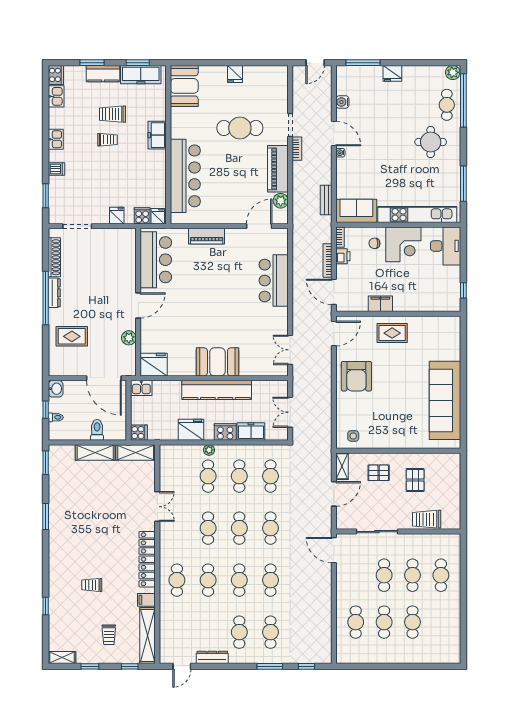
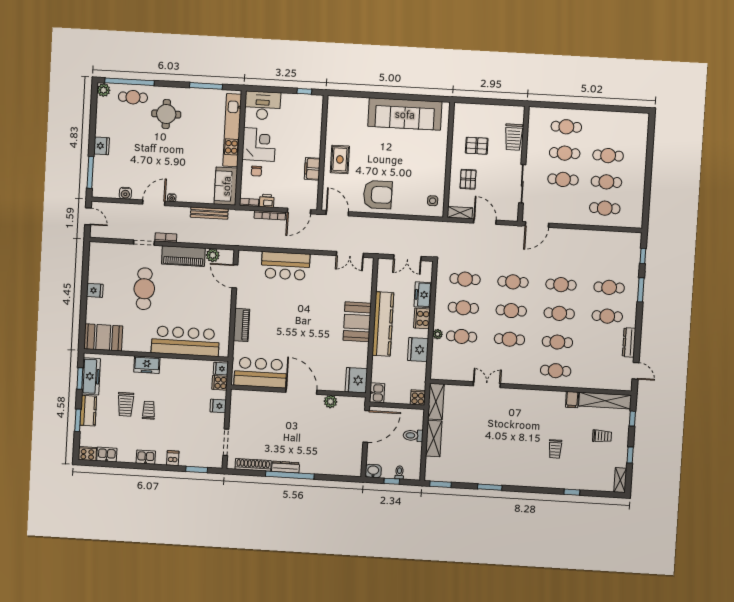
bench: (326, 200) -> (209, 213), width x1.36
door: (138, 305) -> (301, 391), width x1.36
rug: (72, 336) -> (326, 453), removed
locker: (147, 559) -> (535, 397), removed

